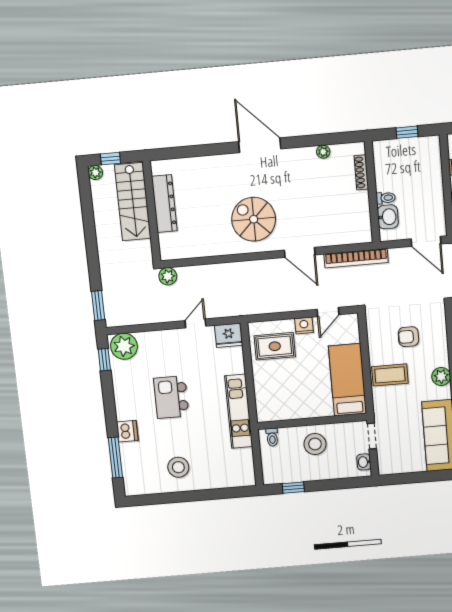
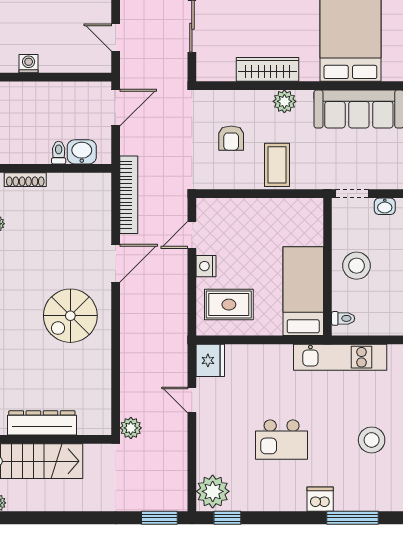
door: (328, 312) -> (192, 235), swing flipped
rug: (275, 346) -> (229, 305), turned 90
bed: (348, 380) -> (303, 291), moved, turned 90
kitchen unit: (239, 411) -> (340, 357), moved

